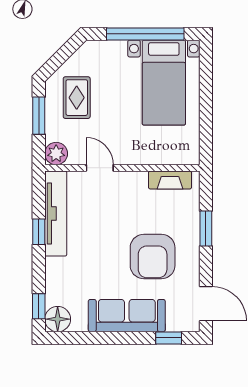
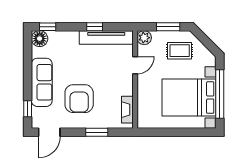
bed with nightstands: (164, 83) -> (189, 98), width x1.36
armchair: (153, 257) -> (79, 99), turned -90

